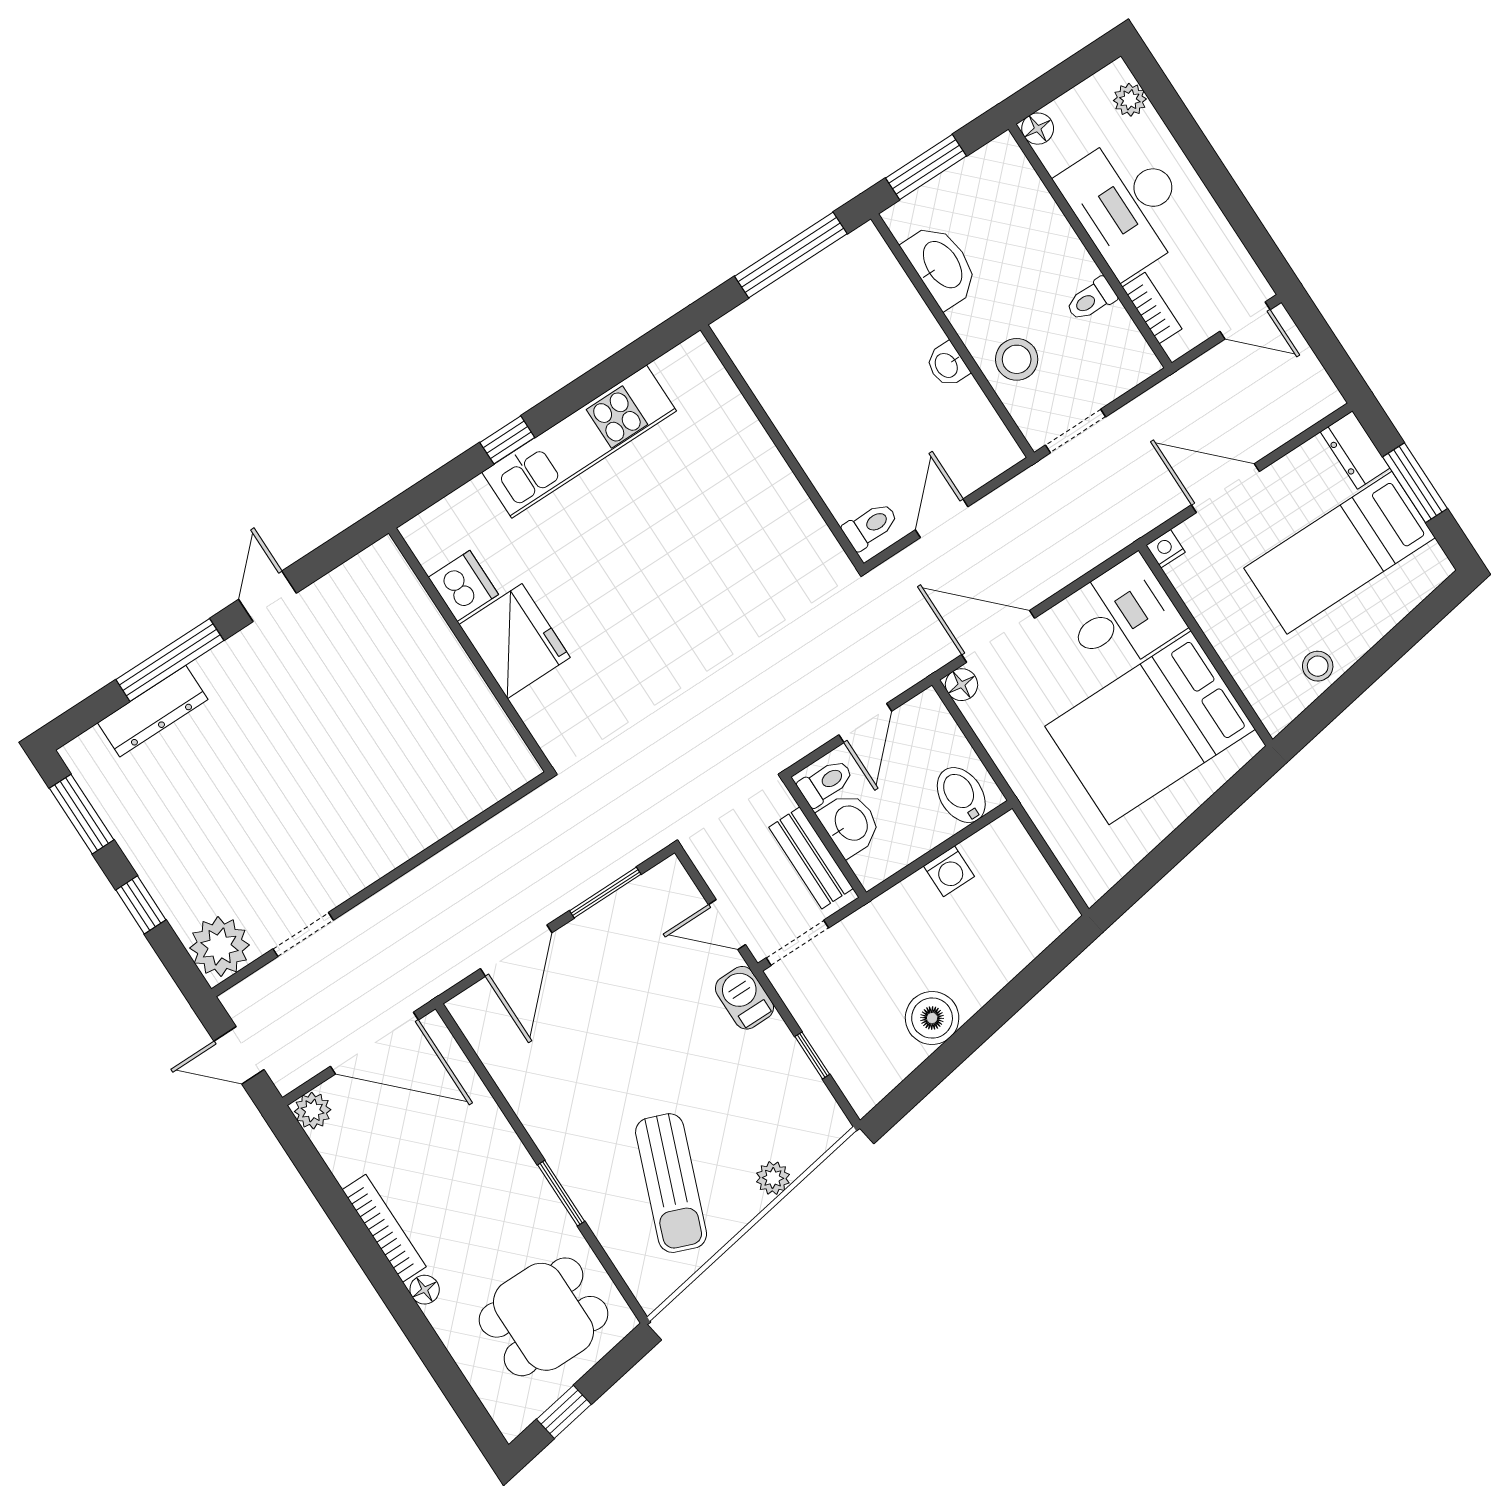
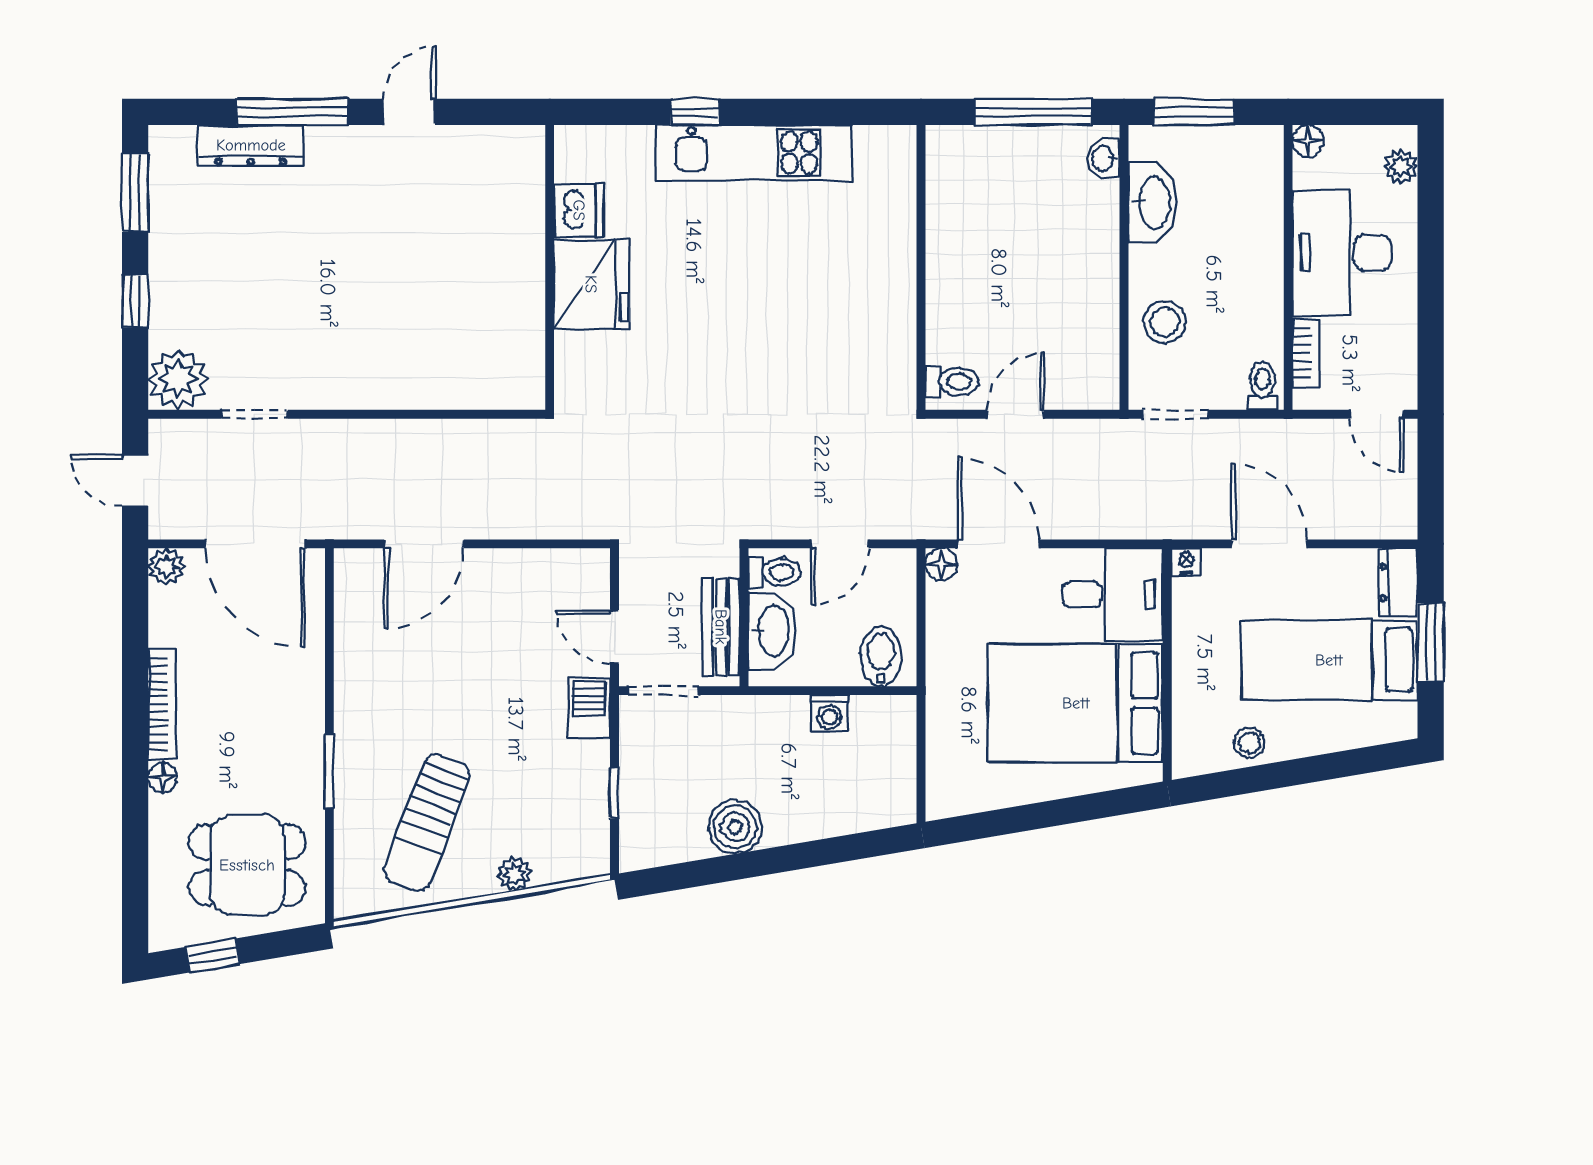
toilet: (1091, 300) -> (1262, 386), moved, turned 90
washbasin: (947, 365) -> (1104, 158), moved
washbasin: (850, 824) -> (772, 631), width x1.38
window: (605, 893) -> (530, 544), removed

